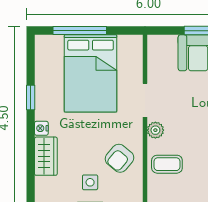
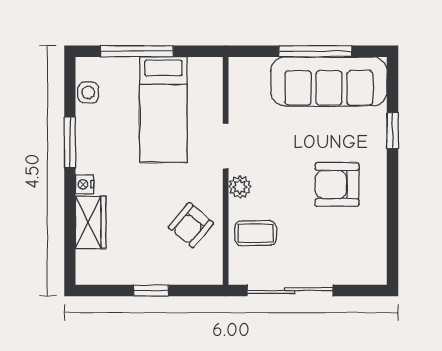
bed: (91, 73) -> (163, 109), width x0.67
window: (31, 98) -> (70, 142), width x1.50
side table: (90, 182) -> (88, 92), moved

